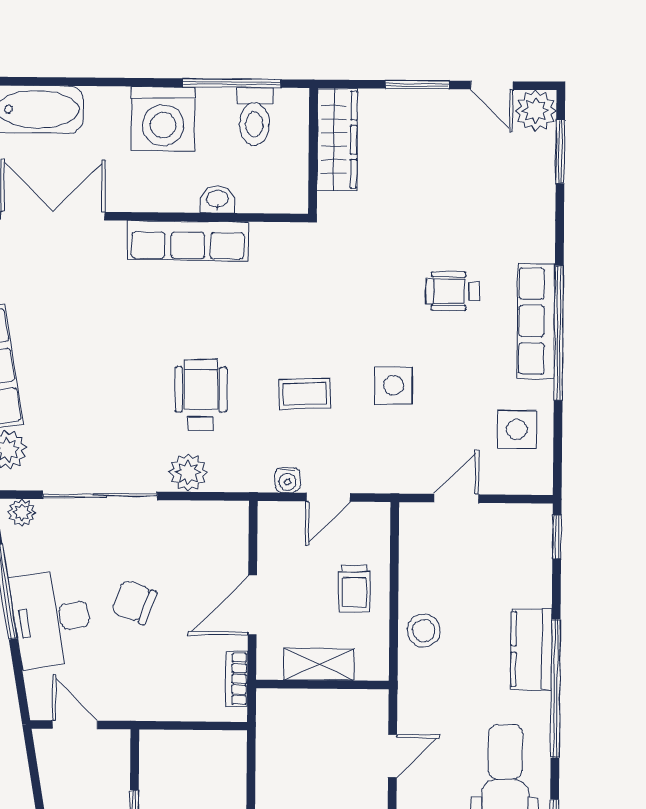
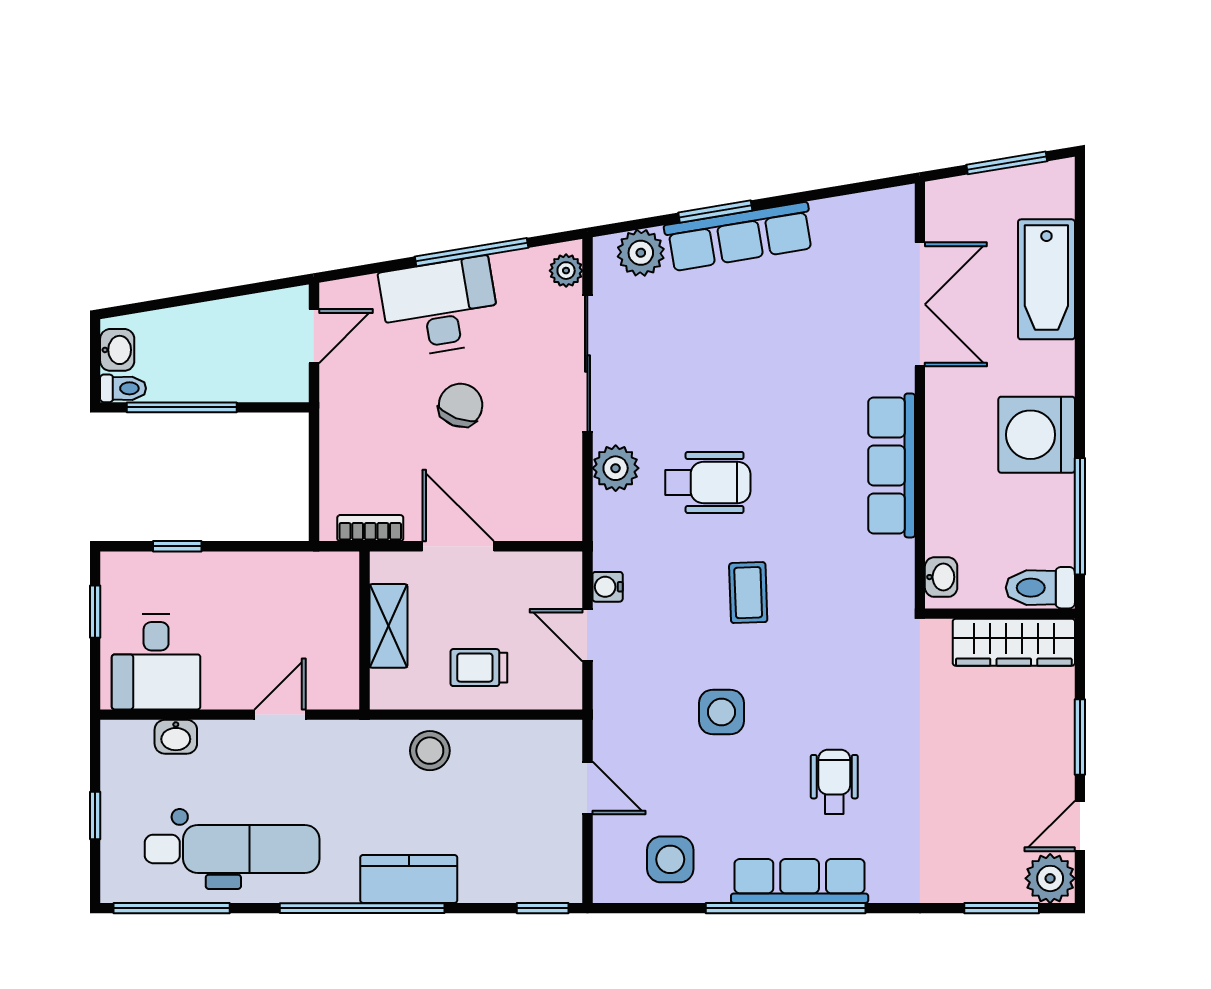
toilet: (254, 116) -> (1040, 588), moved
washbasin: (217, 199) -> (941, 577), moved
coffee table: (305, 394) -> (748, 593), moved
door: (392, 756) -> (280, 715), swing flipped

